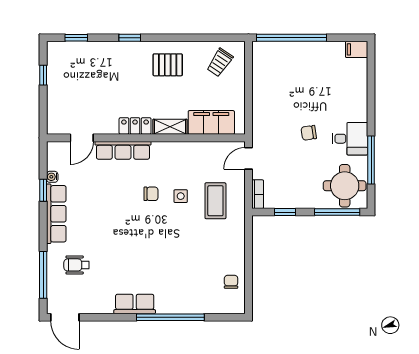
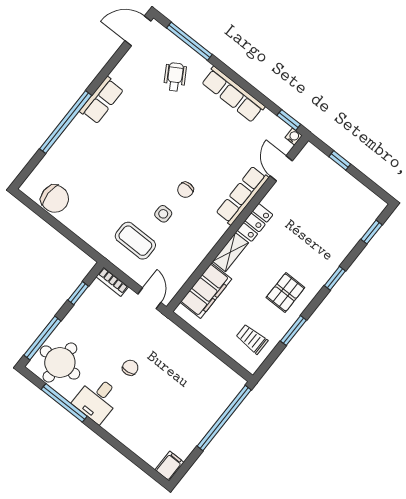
window: (190, 38) -> (293, 331), added
trolley: (220, 62) -> (252, 339), turned -34
window: (43, 75) -> (340, 160), moved
water cooler: (52, 177) -> (294, 137), moved
window: (43, 190) -> (289, 120), moved
wheelchair: (77, 265) -> (175, 77), turned -31
chair: (231, 282) -> (55, 199), width x1.87, depth x1.87

